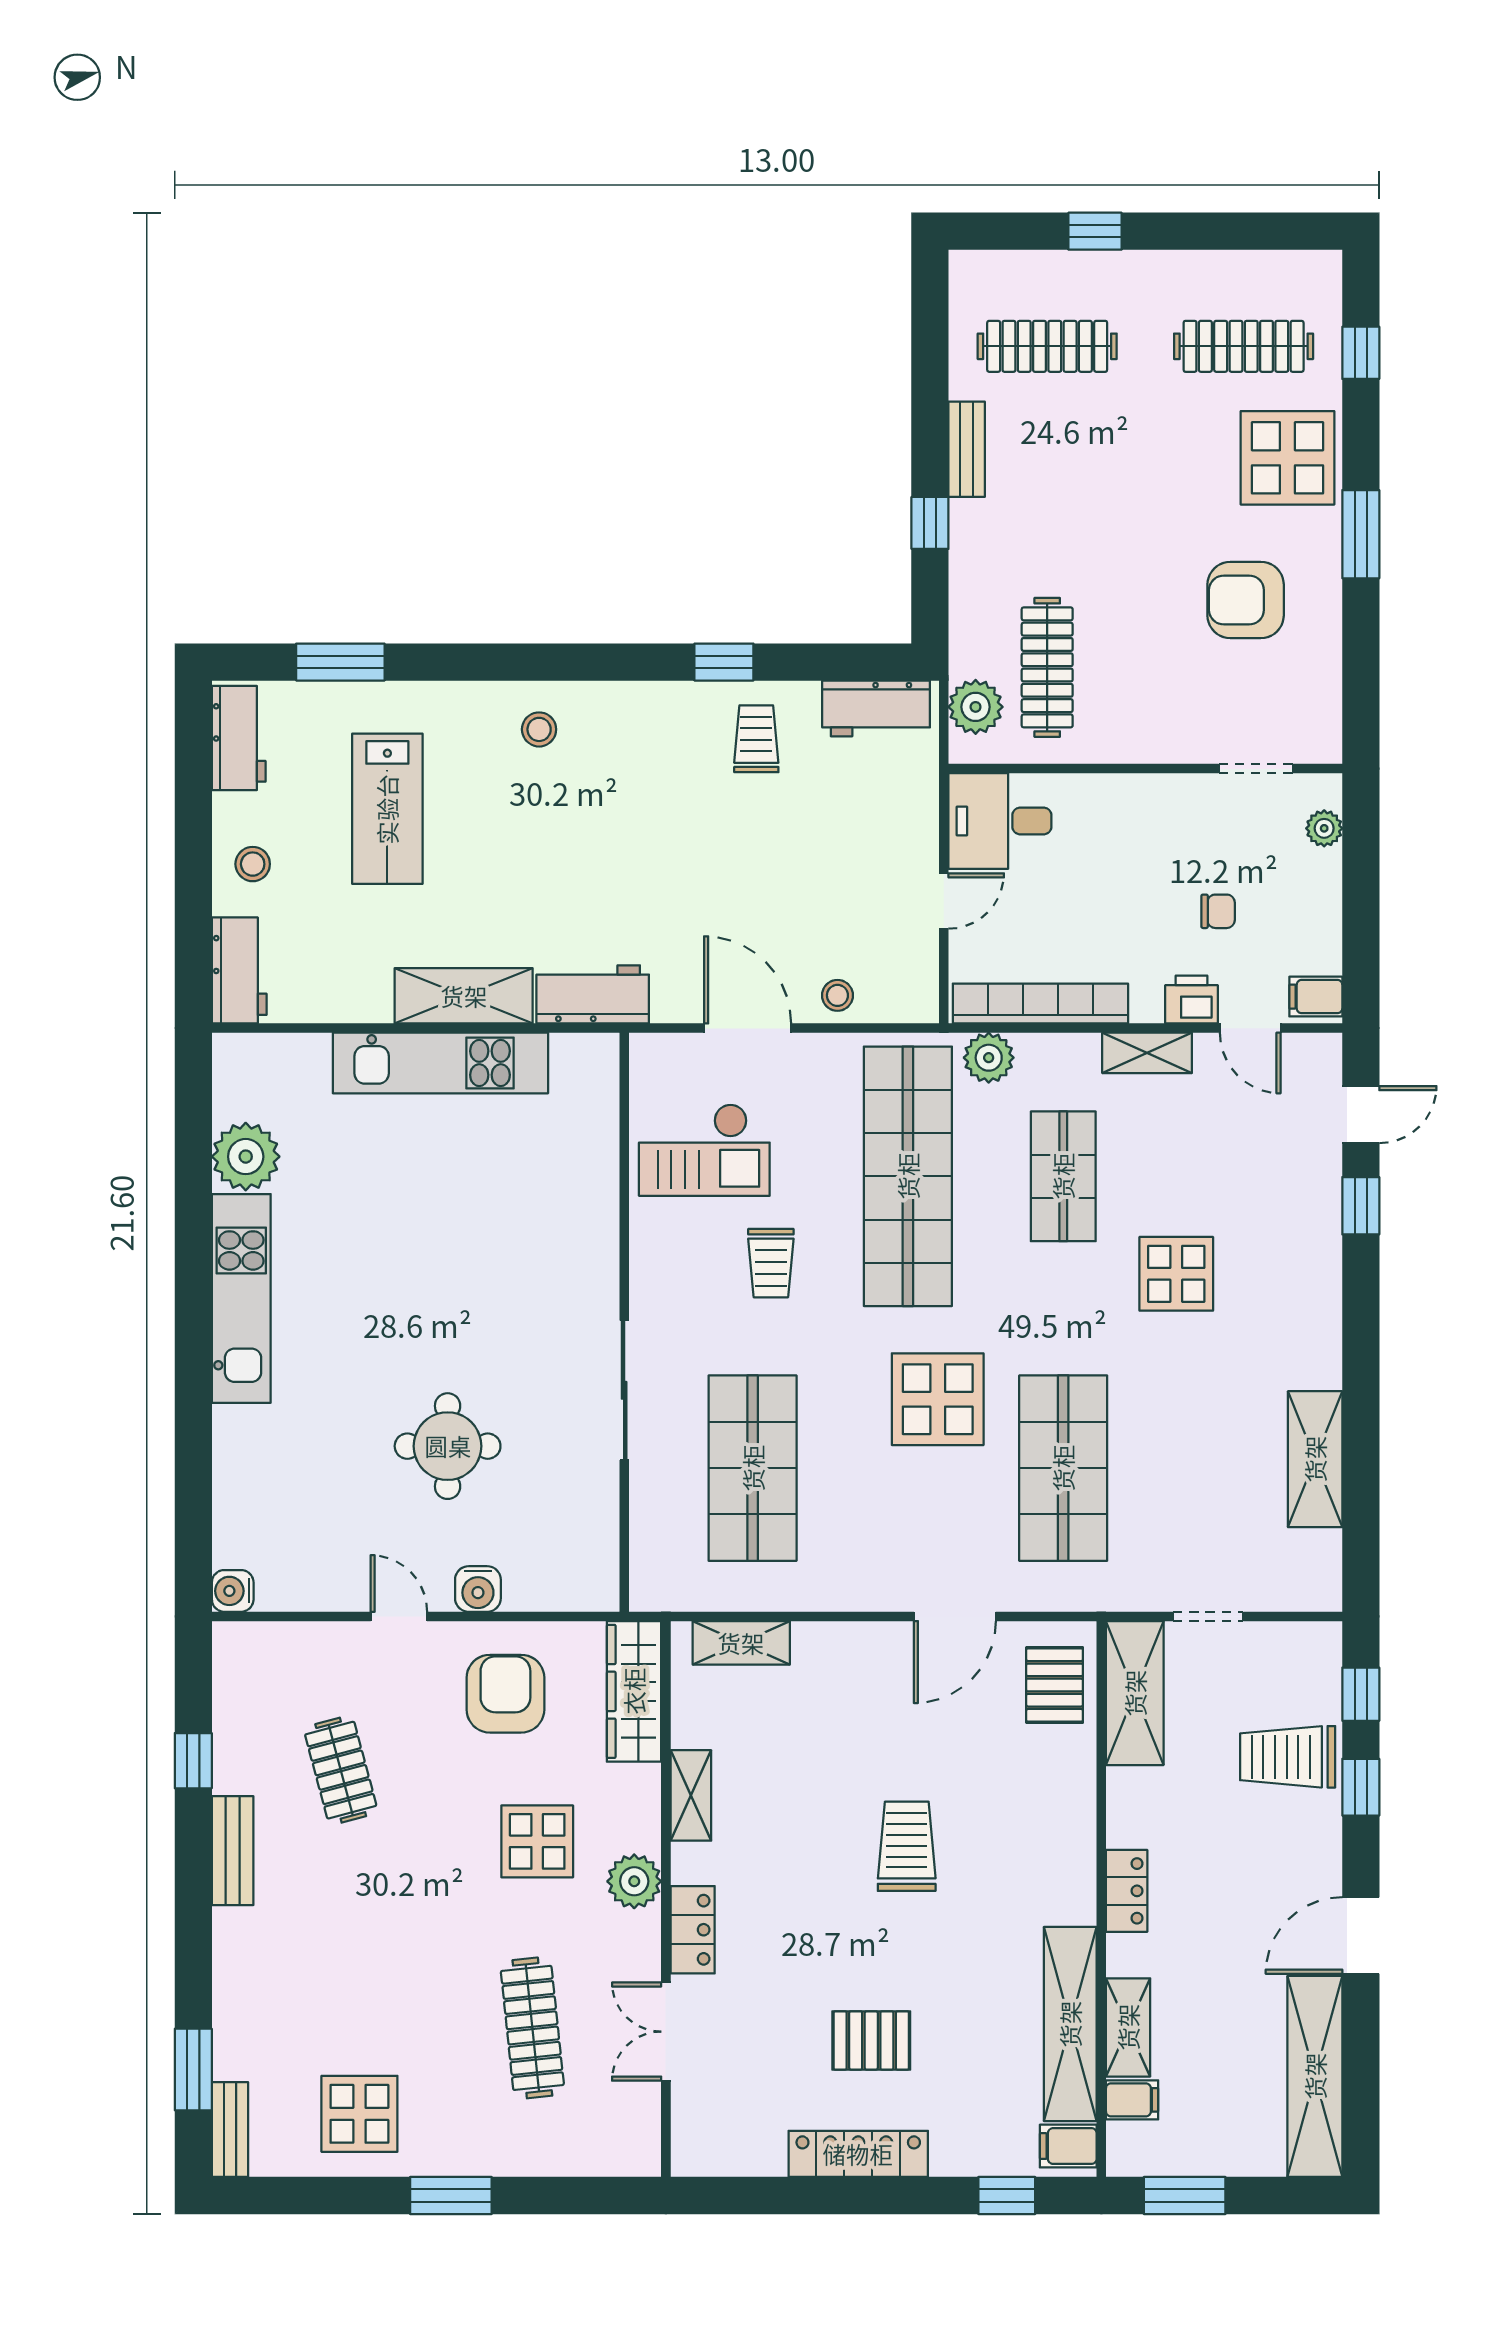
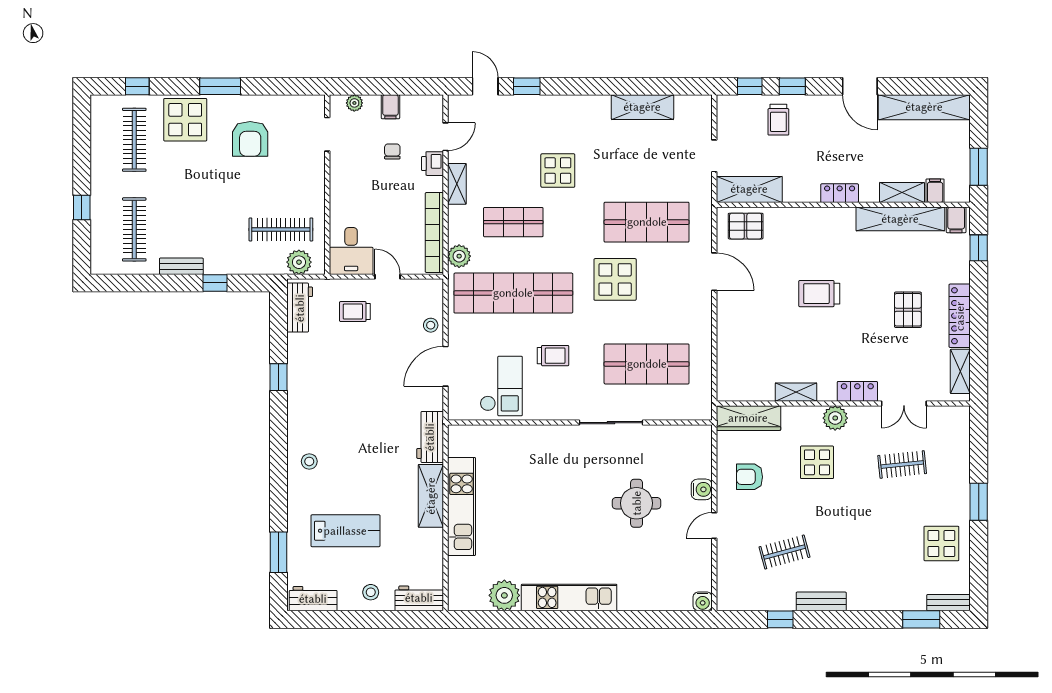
trolley: (756, 739) -> (355, 312), moved
filing cabinet: (1316, 997) -> (390, 107), moved
shelving: (741, 1643) -> (960, 371), moved
armchair: (505, 1694) -> (750, 477), width x0.72, depth x0.72
trolley: (1288, 1757) -> (778, 120), width x0.73, depth x0.72
clothes rail: (532, 2028) -> (902, 465), width x0.73

